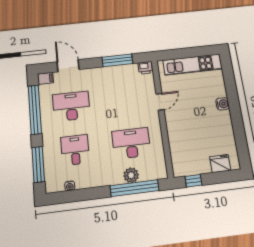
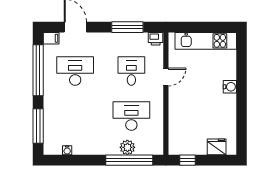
desk: (75, 150) -> (131, 71), moved

